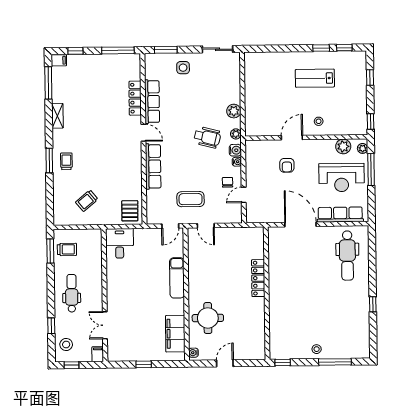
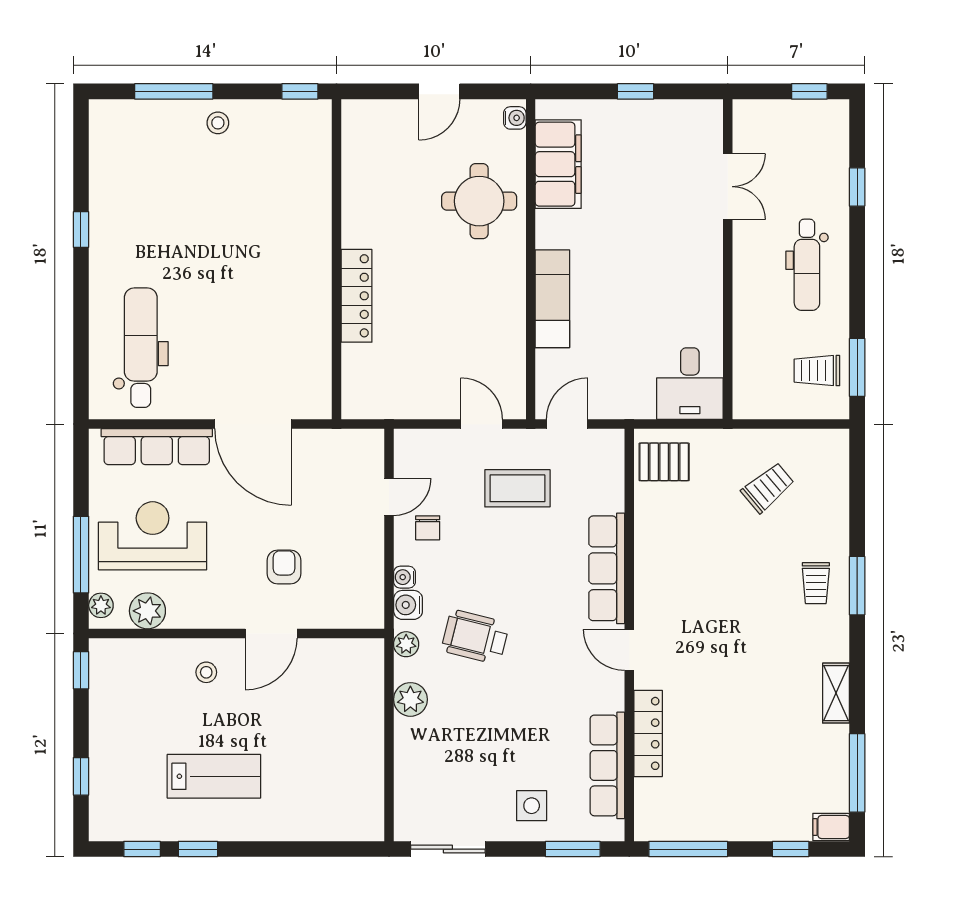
row of seats: (152, 102) -> (607, 765), moved
pallet: (130, 211) -> (664, 462), turned 90
stool: (66, 344) -> (822, 141), removed
filing cabinet: (98, 354) -> (746, 117), removed

